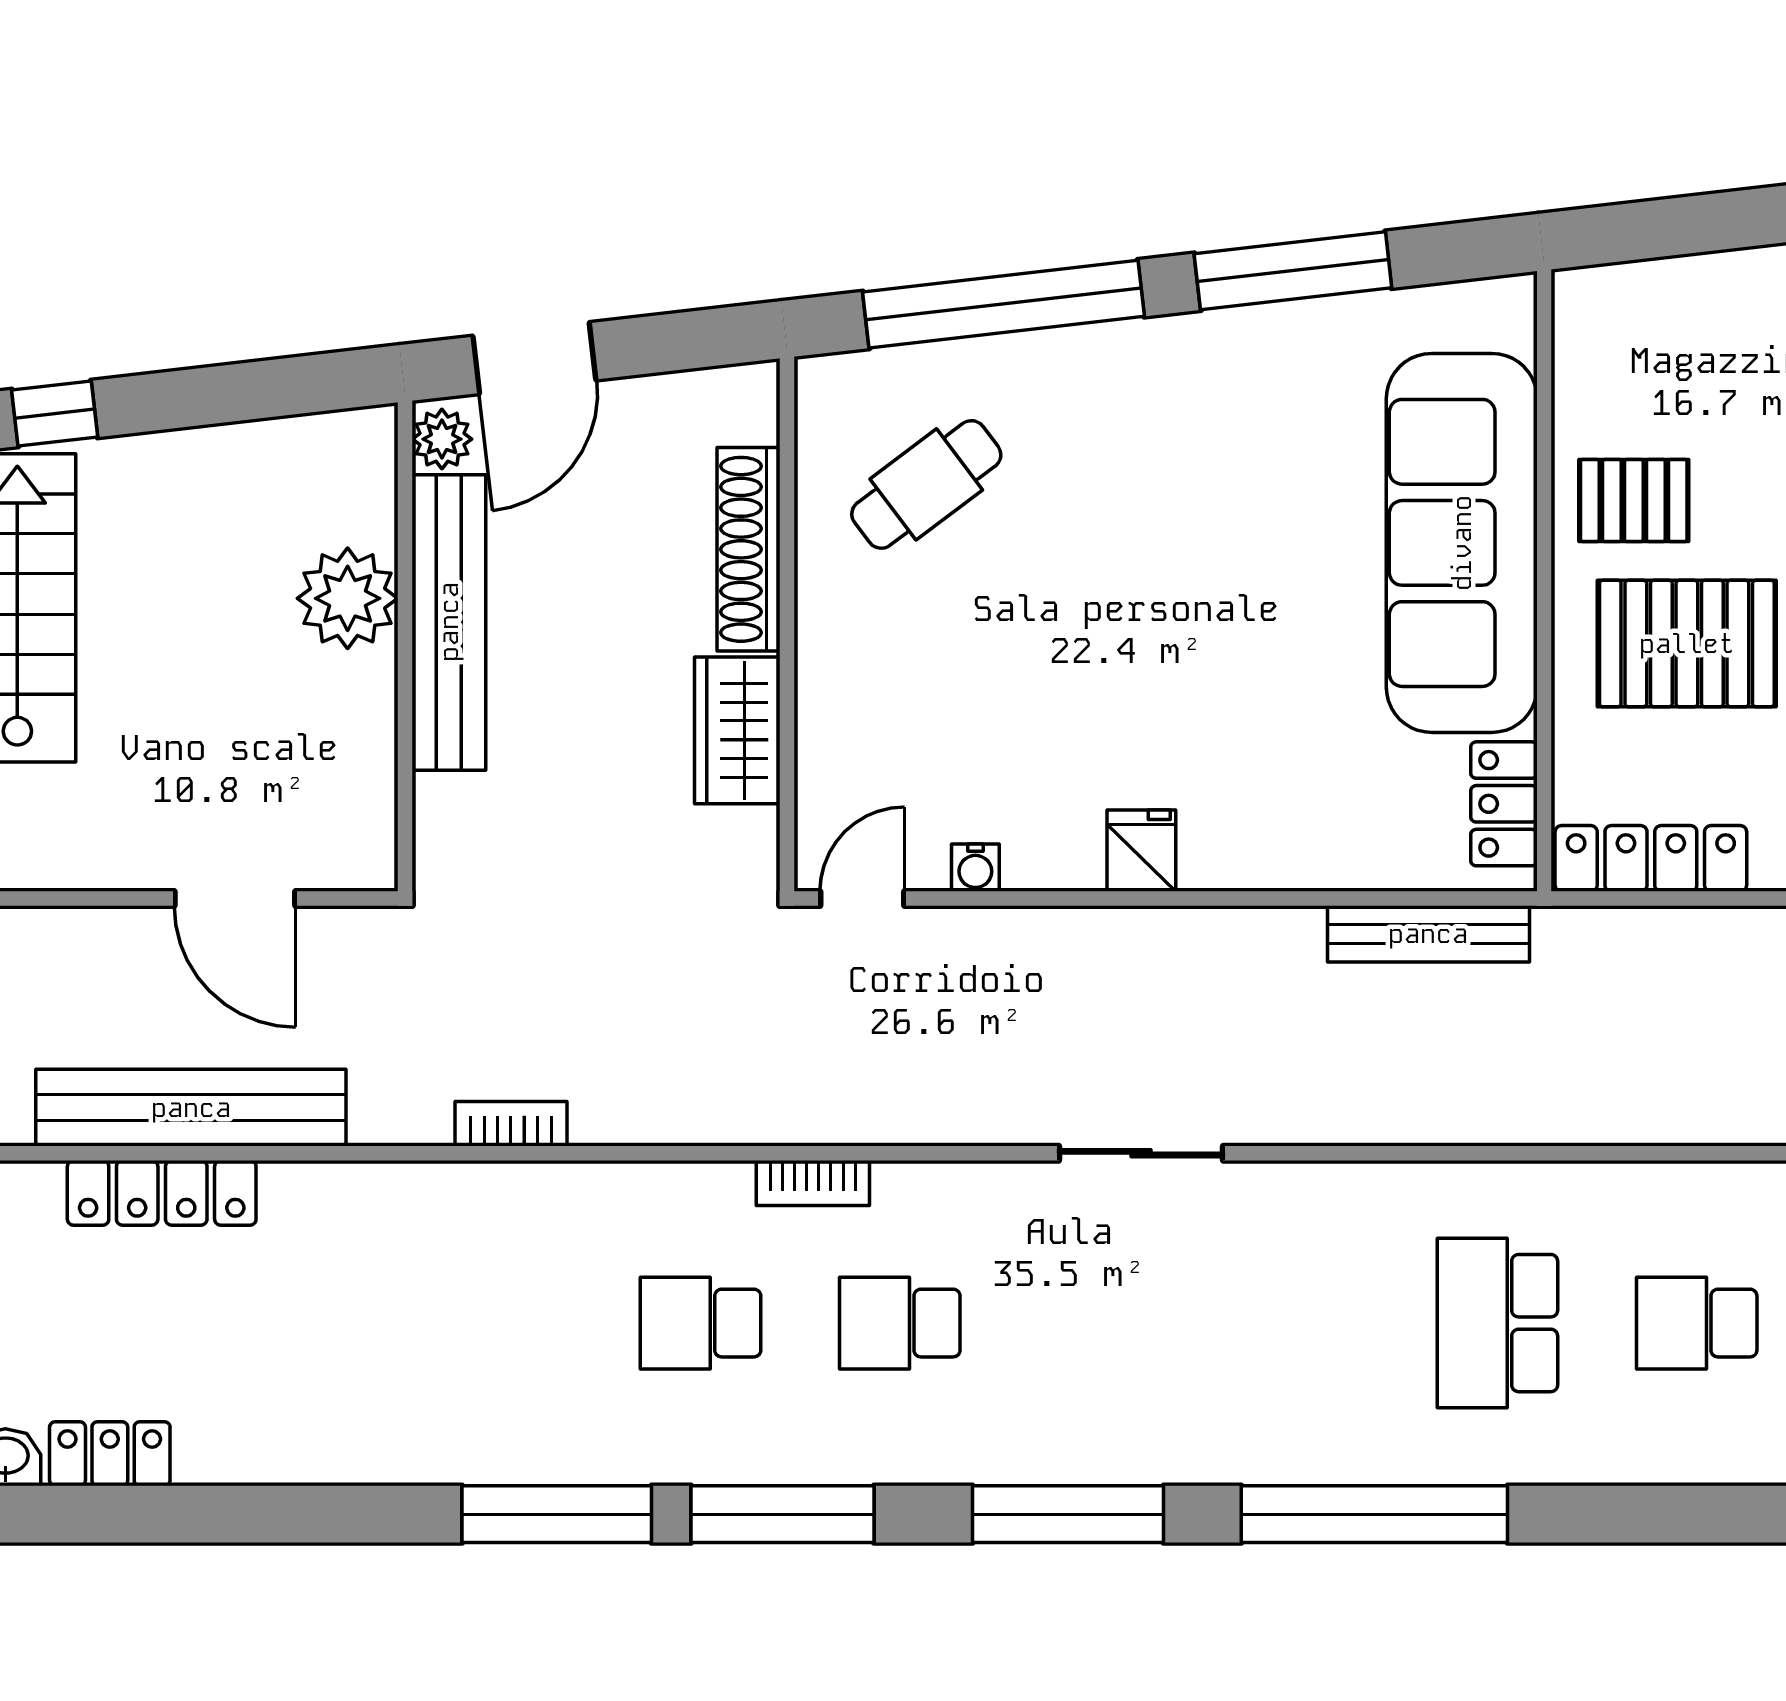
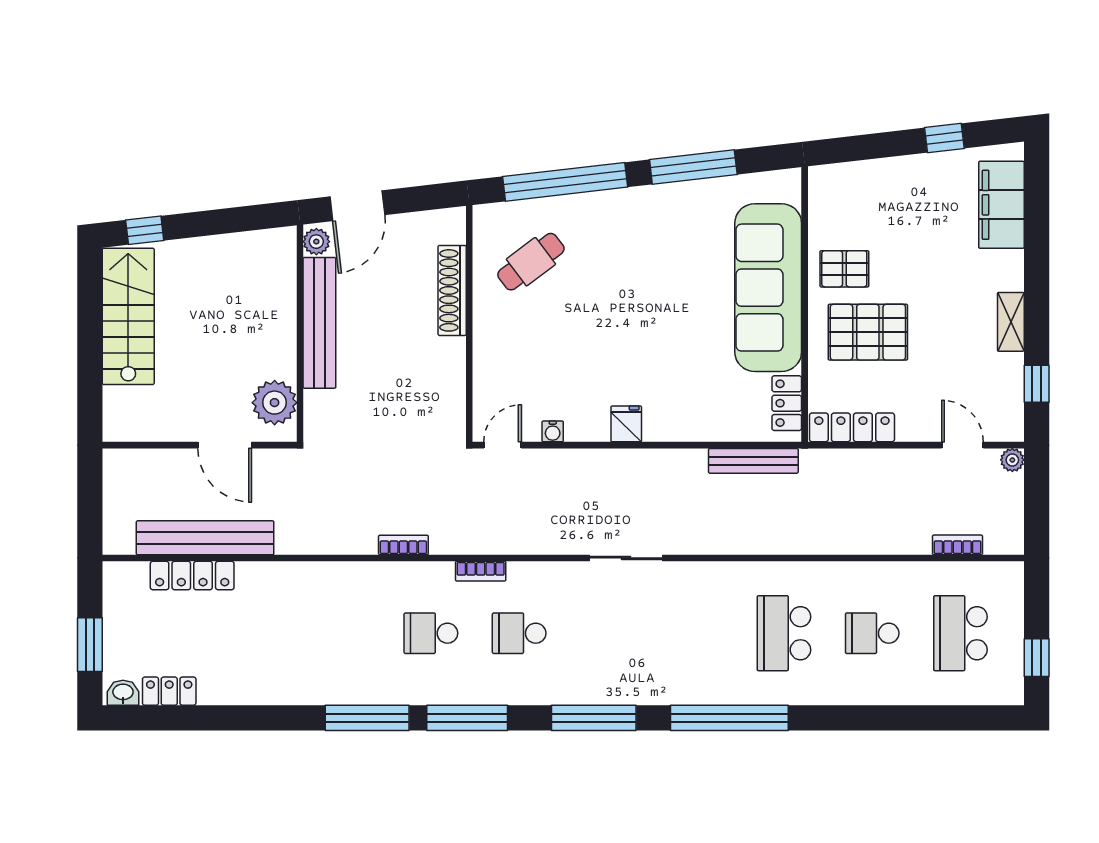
plant: (348, 598) -> (275, 403), moved
wardrobe: (737, 730) -> (447, 371), removed
bookcase: (511, 1124) -> (403, 545), moved

